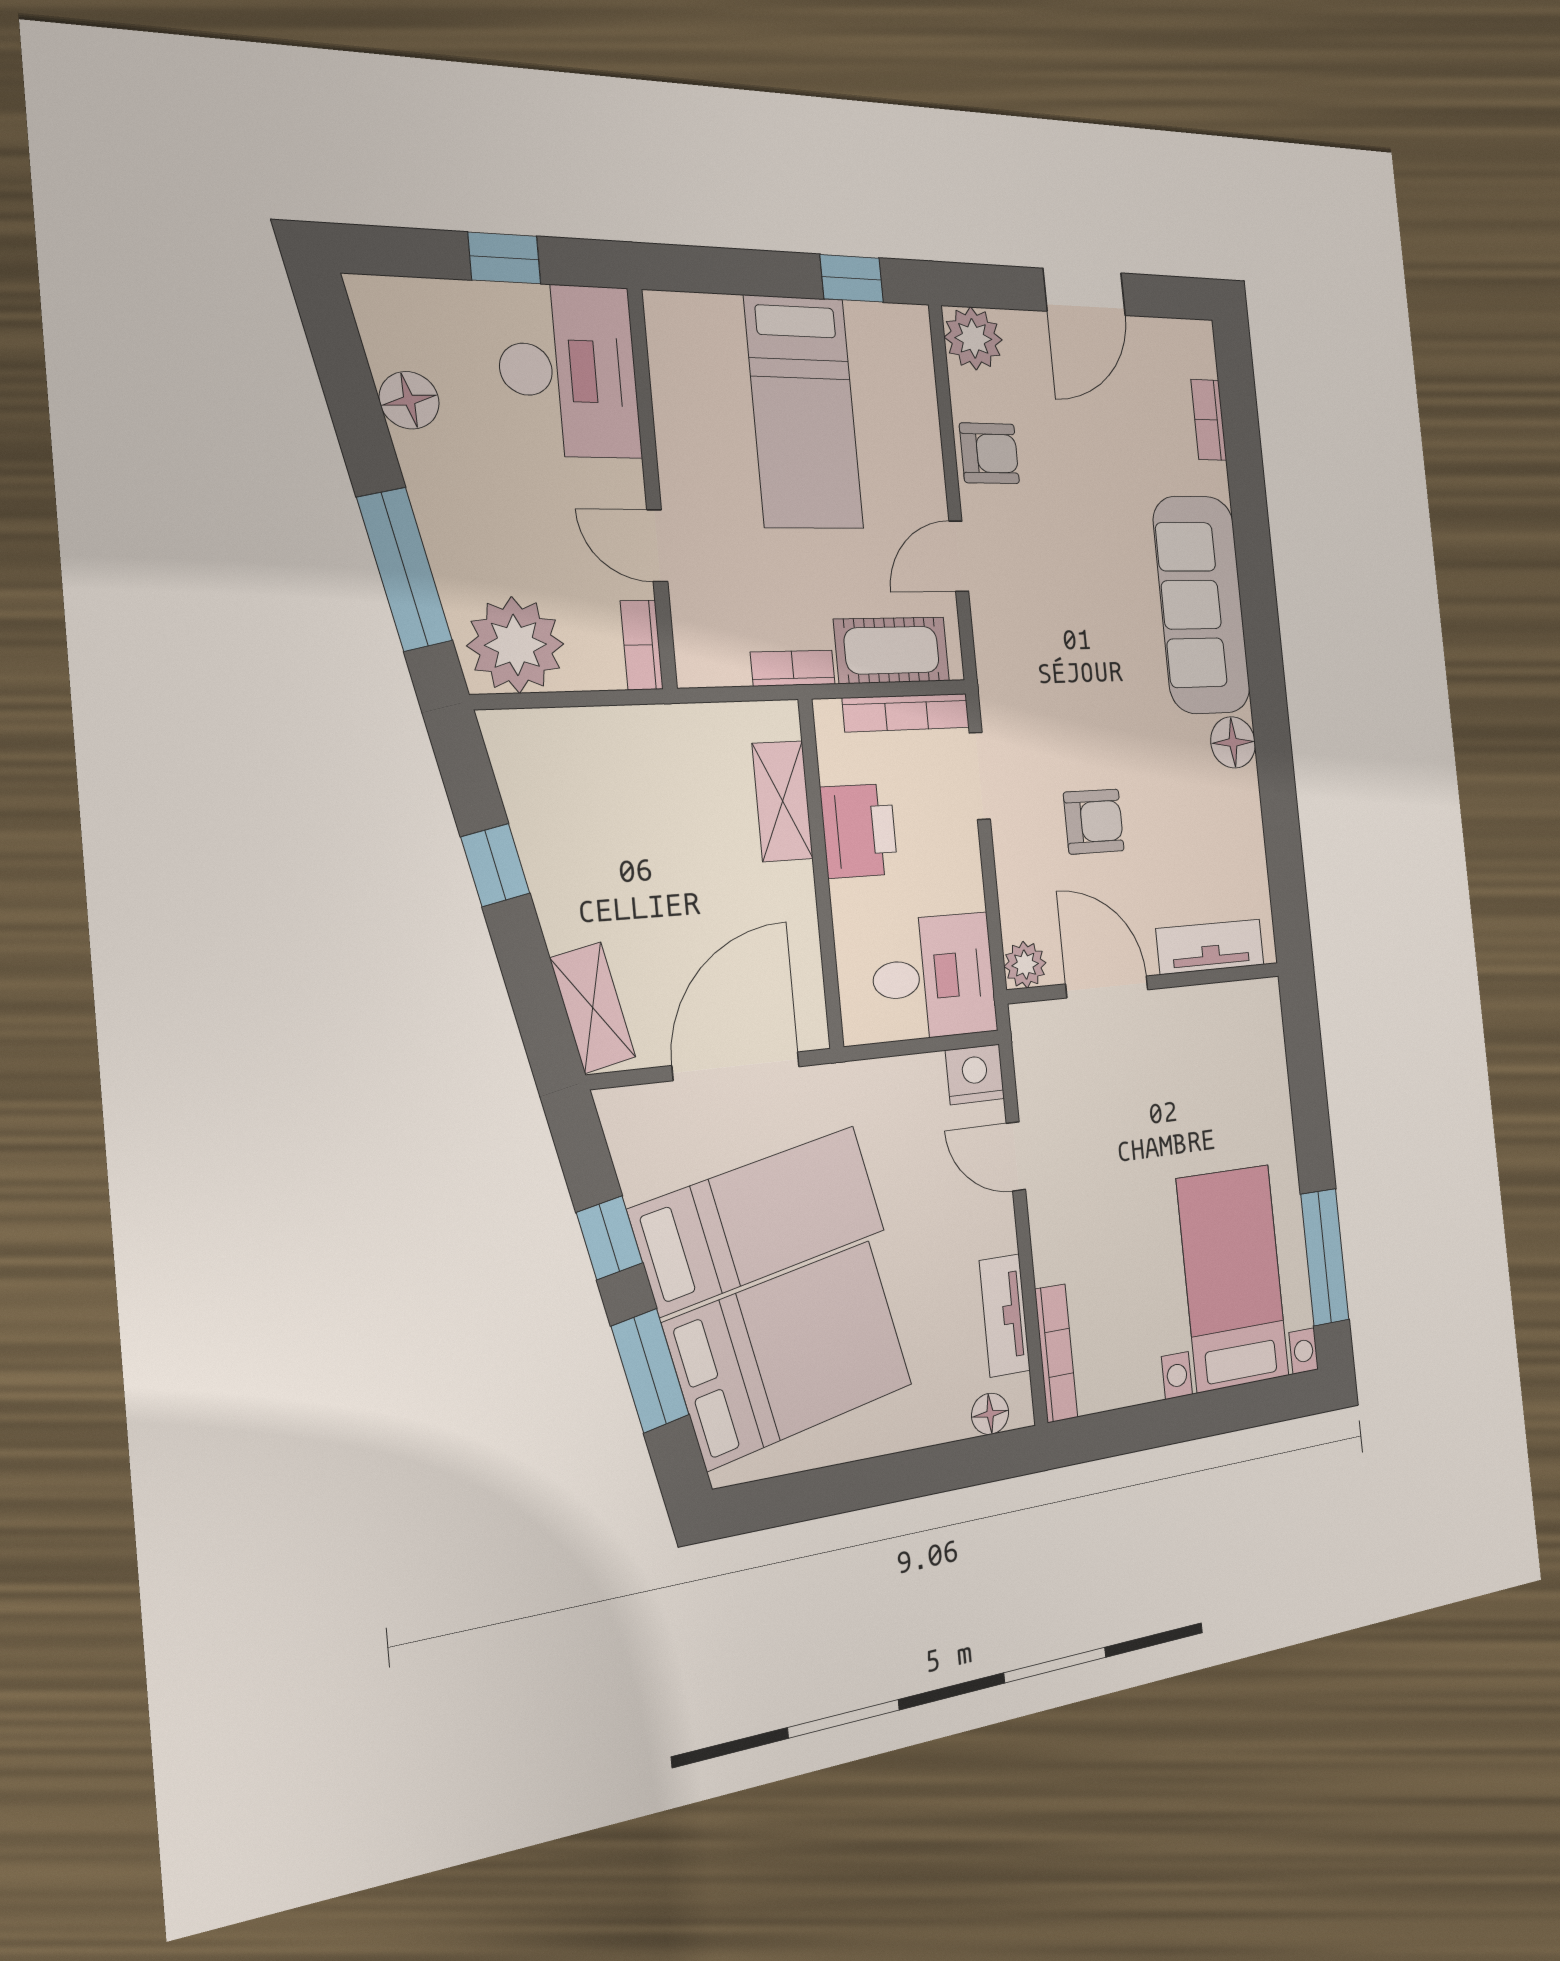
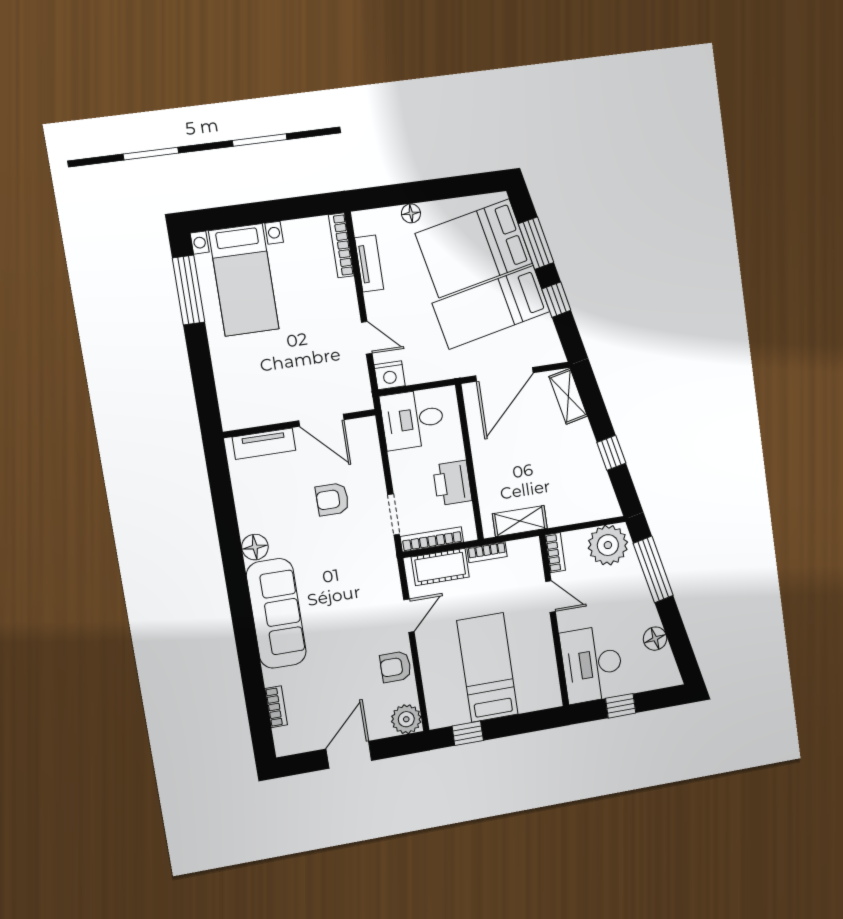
shelving: (783, 801) -> (520, 521), moved, turned 90
plant: (1025, 965) -> (366, 428), removed
floor lamp: (990, 1414) -> (411, 213), moved

